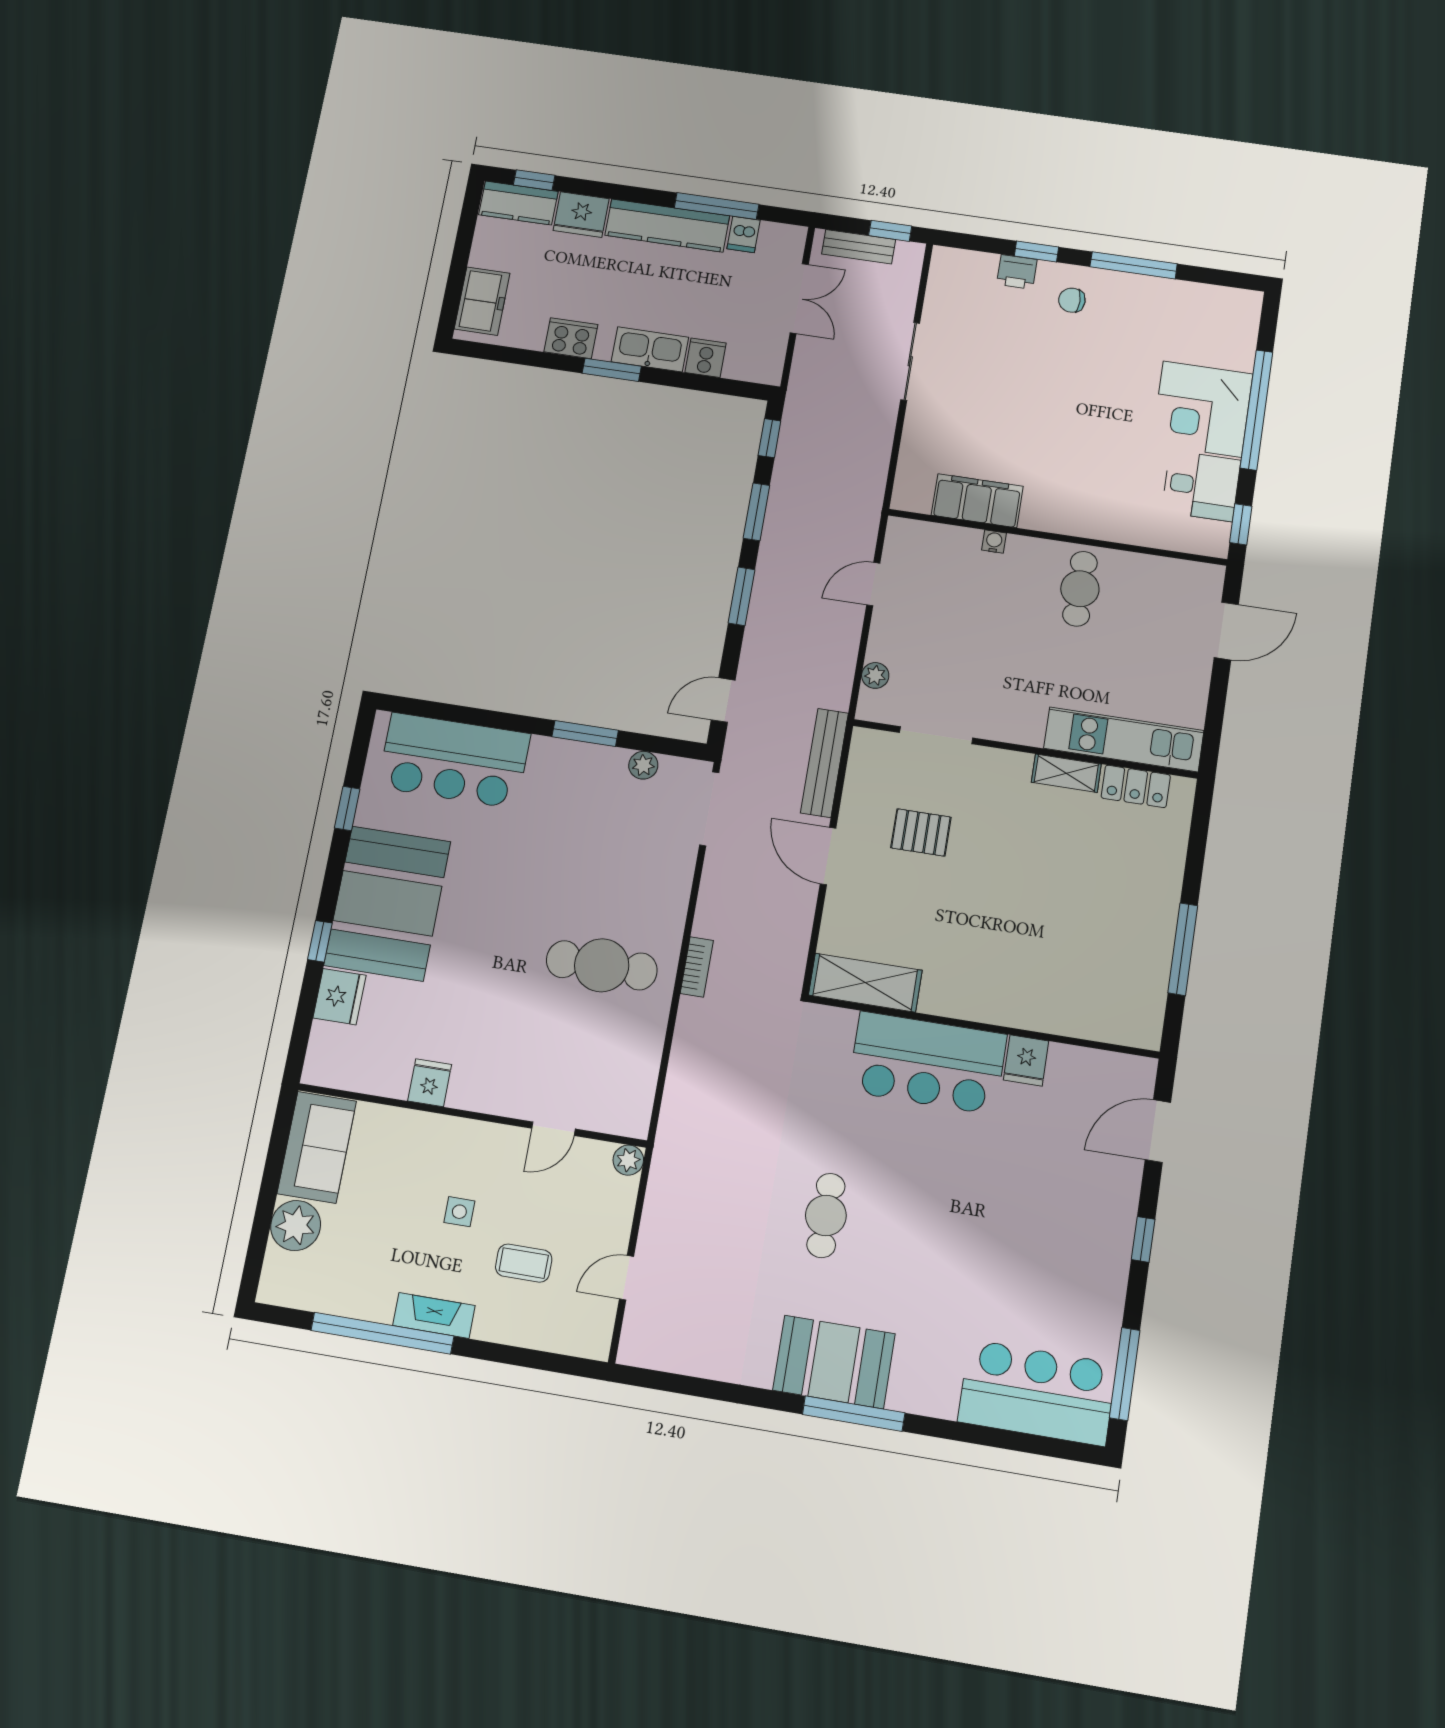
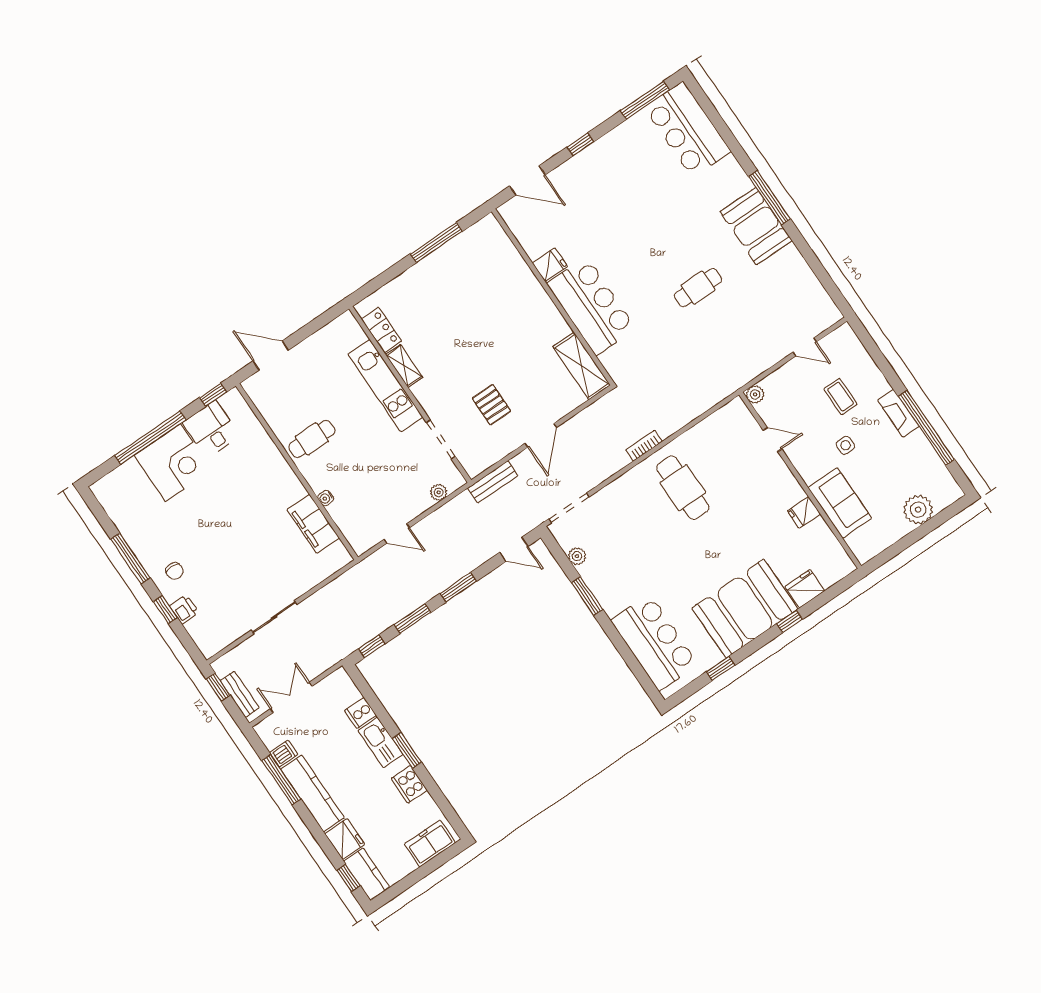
kitchen unit: (1124, 739) -> (385, 386), moved
bench: (824, 763) -> (493, 482), width x0.73
sofa: (317, 1147) -> (840, 503), moved, turned 90

